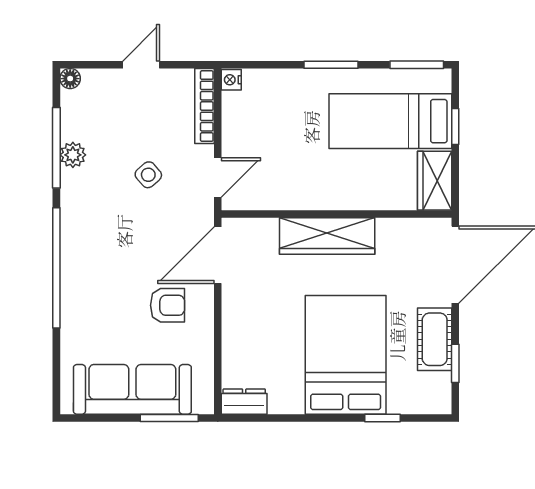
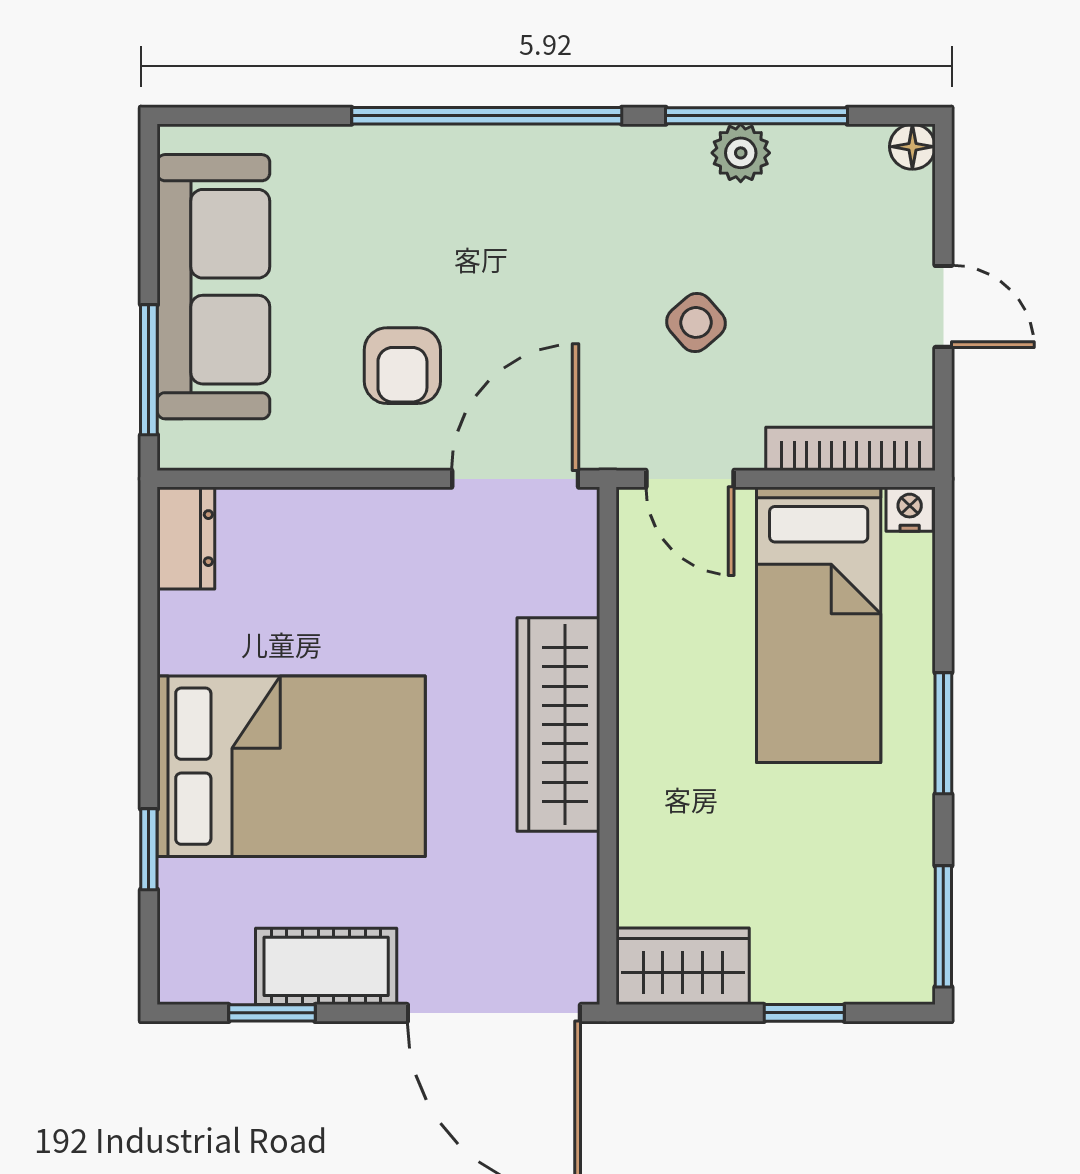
bed: (390, 121) -> (819, 625), moved, turned 180
door: (218, 255) -> (515, 479), hinge flipped

